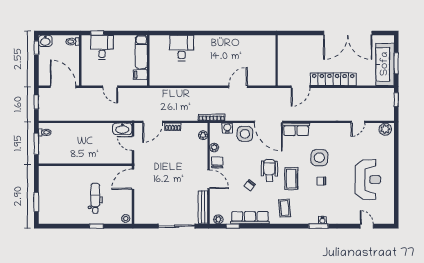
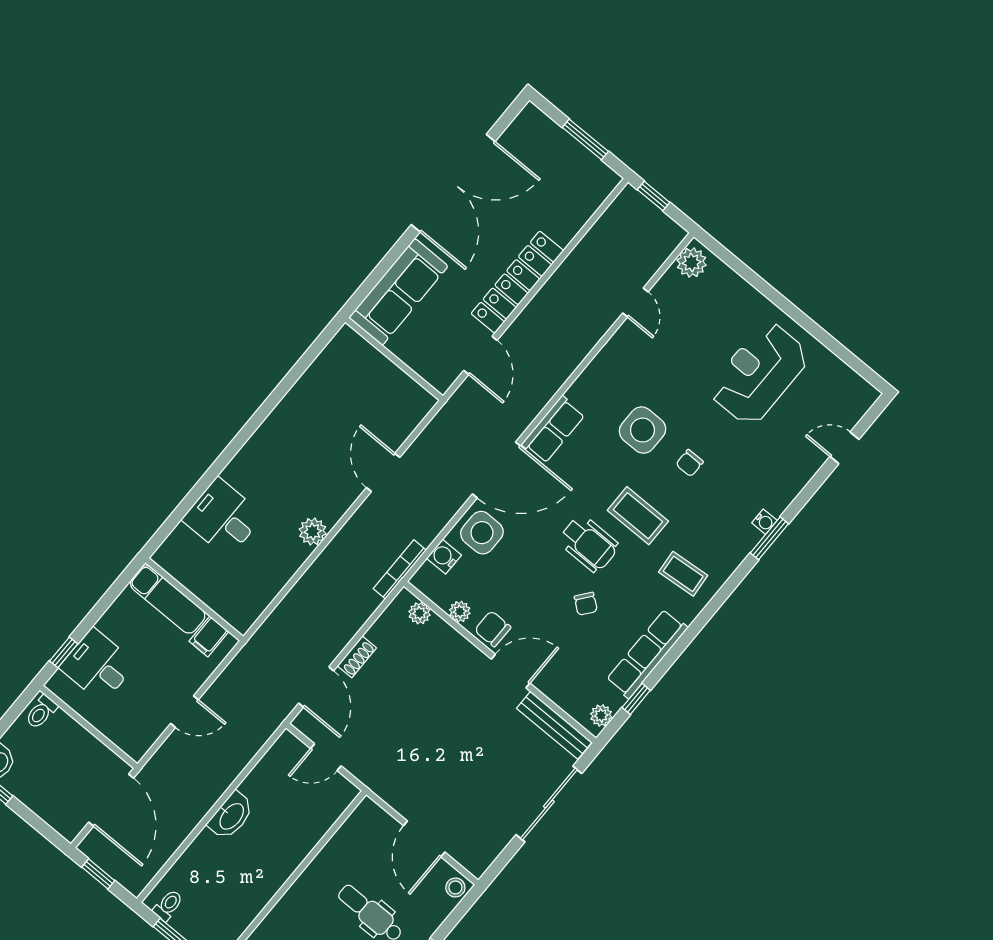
sofa: (385, 64) -> (398, 292), moved, turned -90
plant: (201, 80) -> (313, 532), added
door: (63, 87) -> (111, 800), swing flipped
washbasin: (122, 129) -> (231, 816), moved
wheelchair: (269, 170) -> (589, 544), turned 180
door: (133, 179) -> (424, 839), moved
reception desk: (368, 180) -> (759, 373), turned -90

